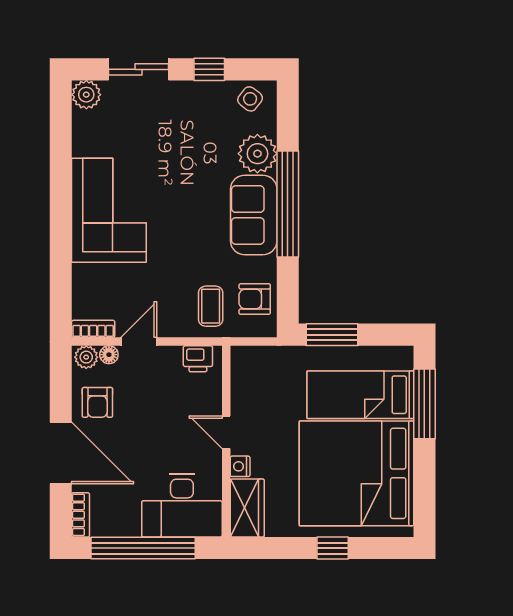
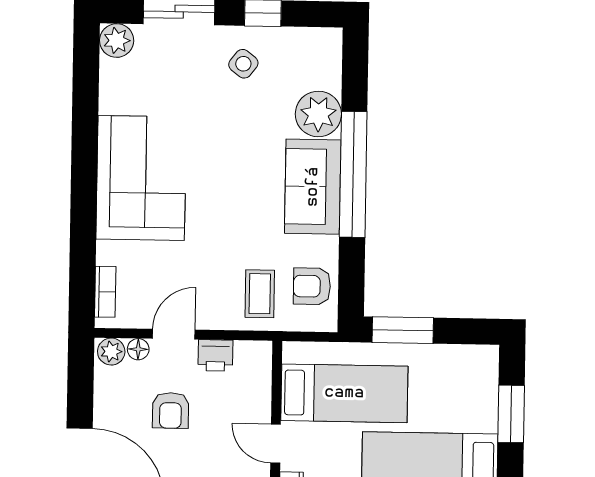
side table: (250, 99) -> (243, 64), moved
bookcase: (93, 329) -> (105, 292), moved, turned 90
printer: (198, 359) -> (215, 355), moved
bed: (360, 395) -> (344, 393), moved, turned 180
armchair: (97, 402) -> (171, 410), moved
window: (424, 404) -> (511, 414), width x0.69

